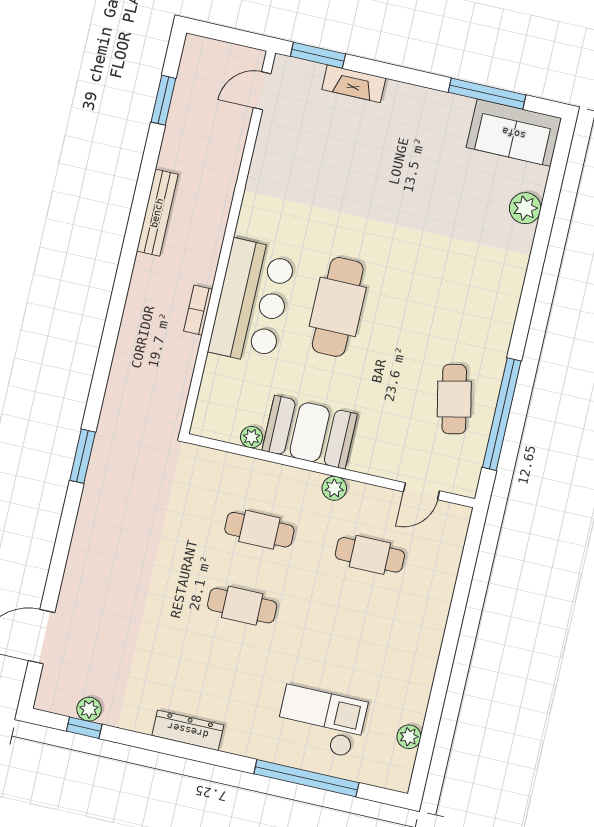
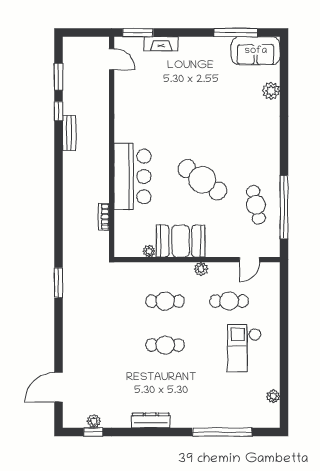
door: (262, 91) -> (112, 59), swing flipped
window: (150, 160) -> (58, 111), added
bench: (157, 213) -> (69, 133), width x0.73
cafe table: (338, 307) -> (202, 180), moved, turned -54
bookcase: (198, 310) -> (104, 217), moved
checkout: (321, 721) -> (244, 348), moved, turned -90

